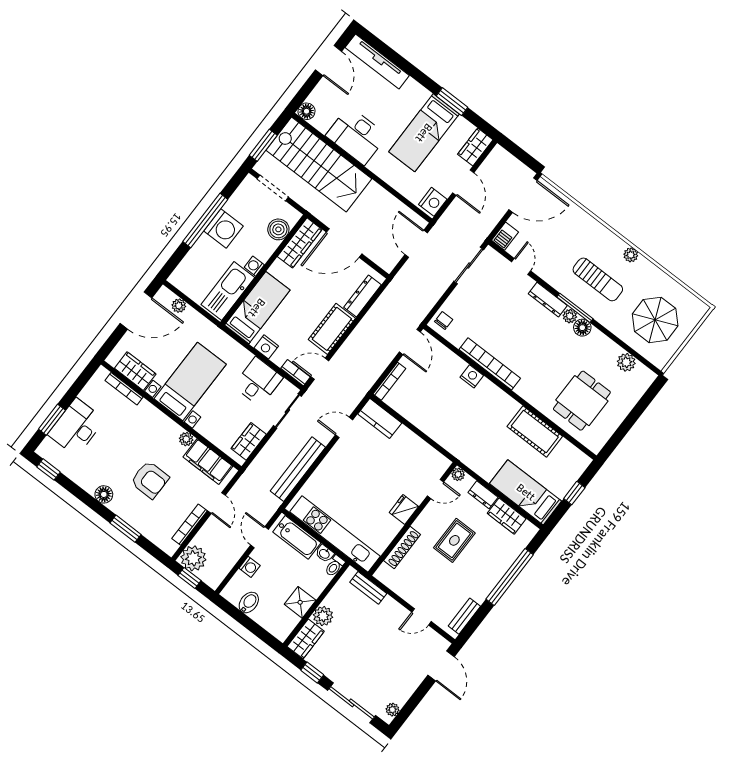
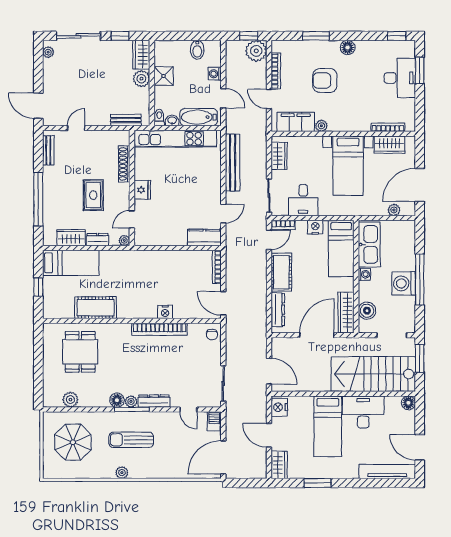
bed: (424, 133) -> (328, 426), moved, turned 180

